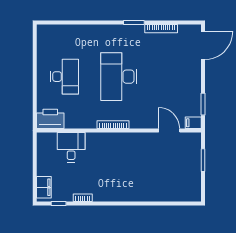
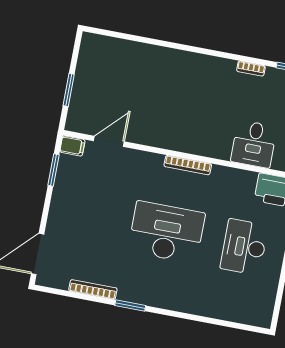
desk: (119, 77) -> (166, 232), turned -90
door: (169, 131) -> (109, 141), swing flipped

